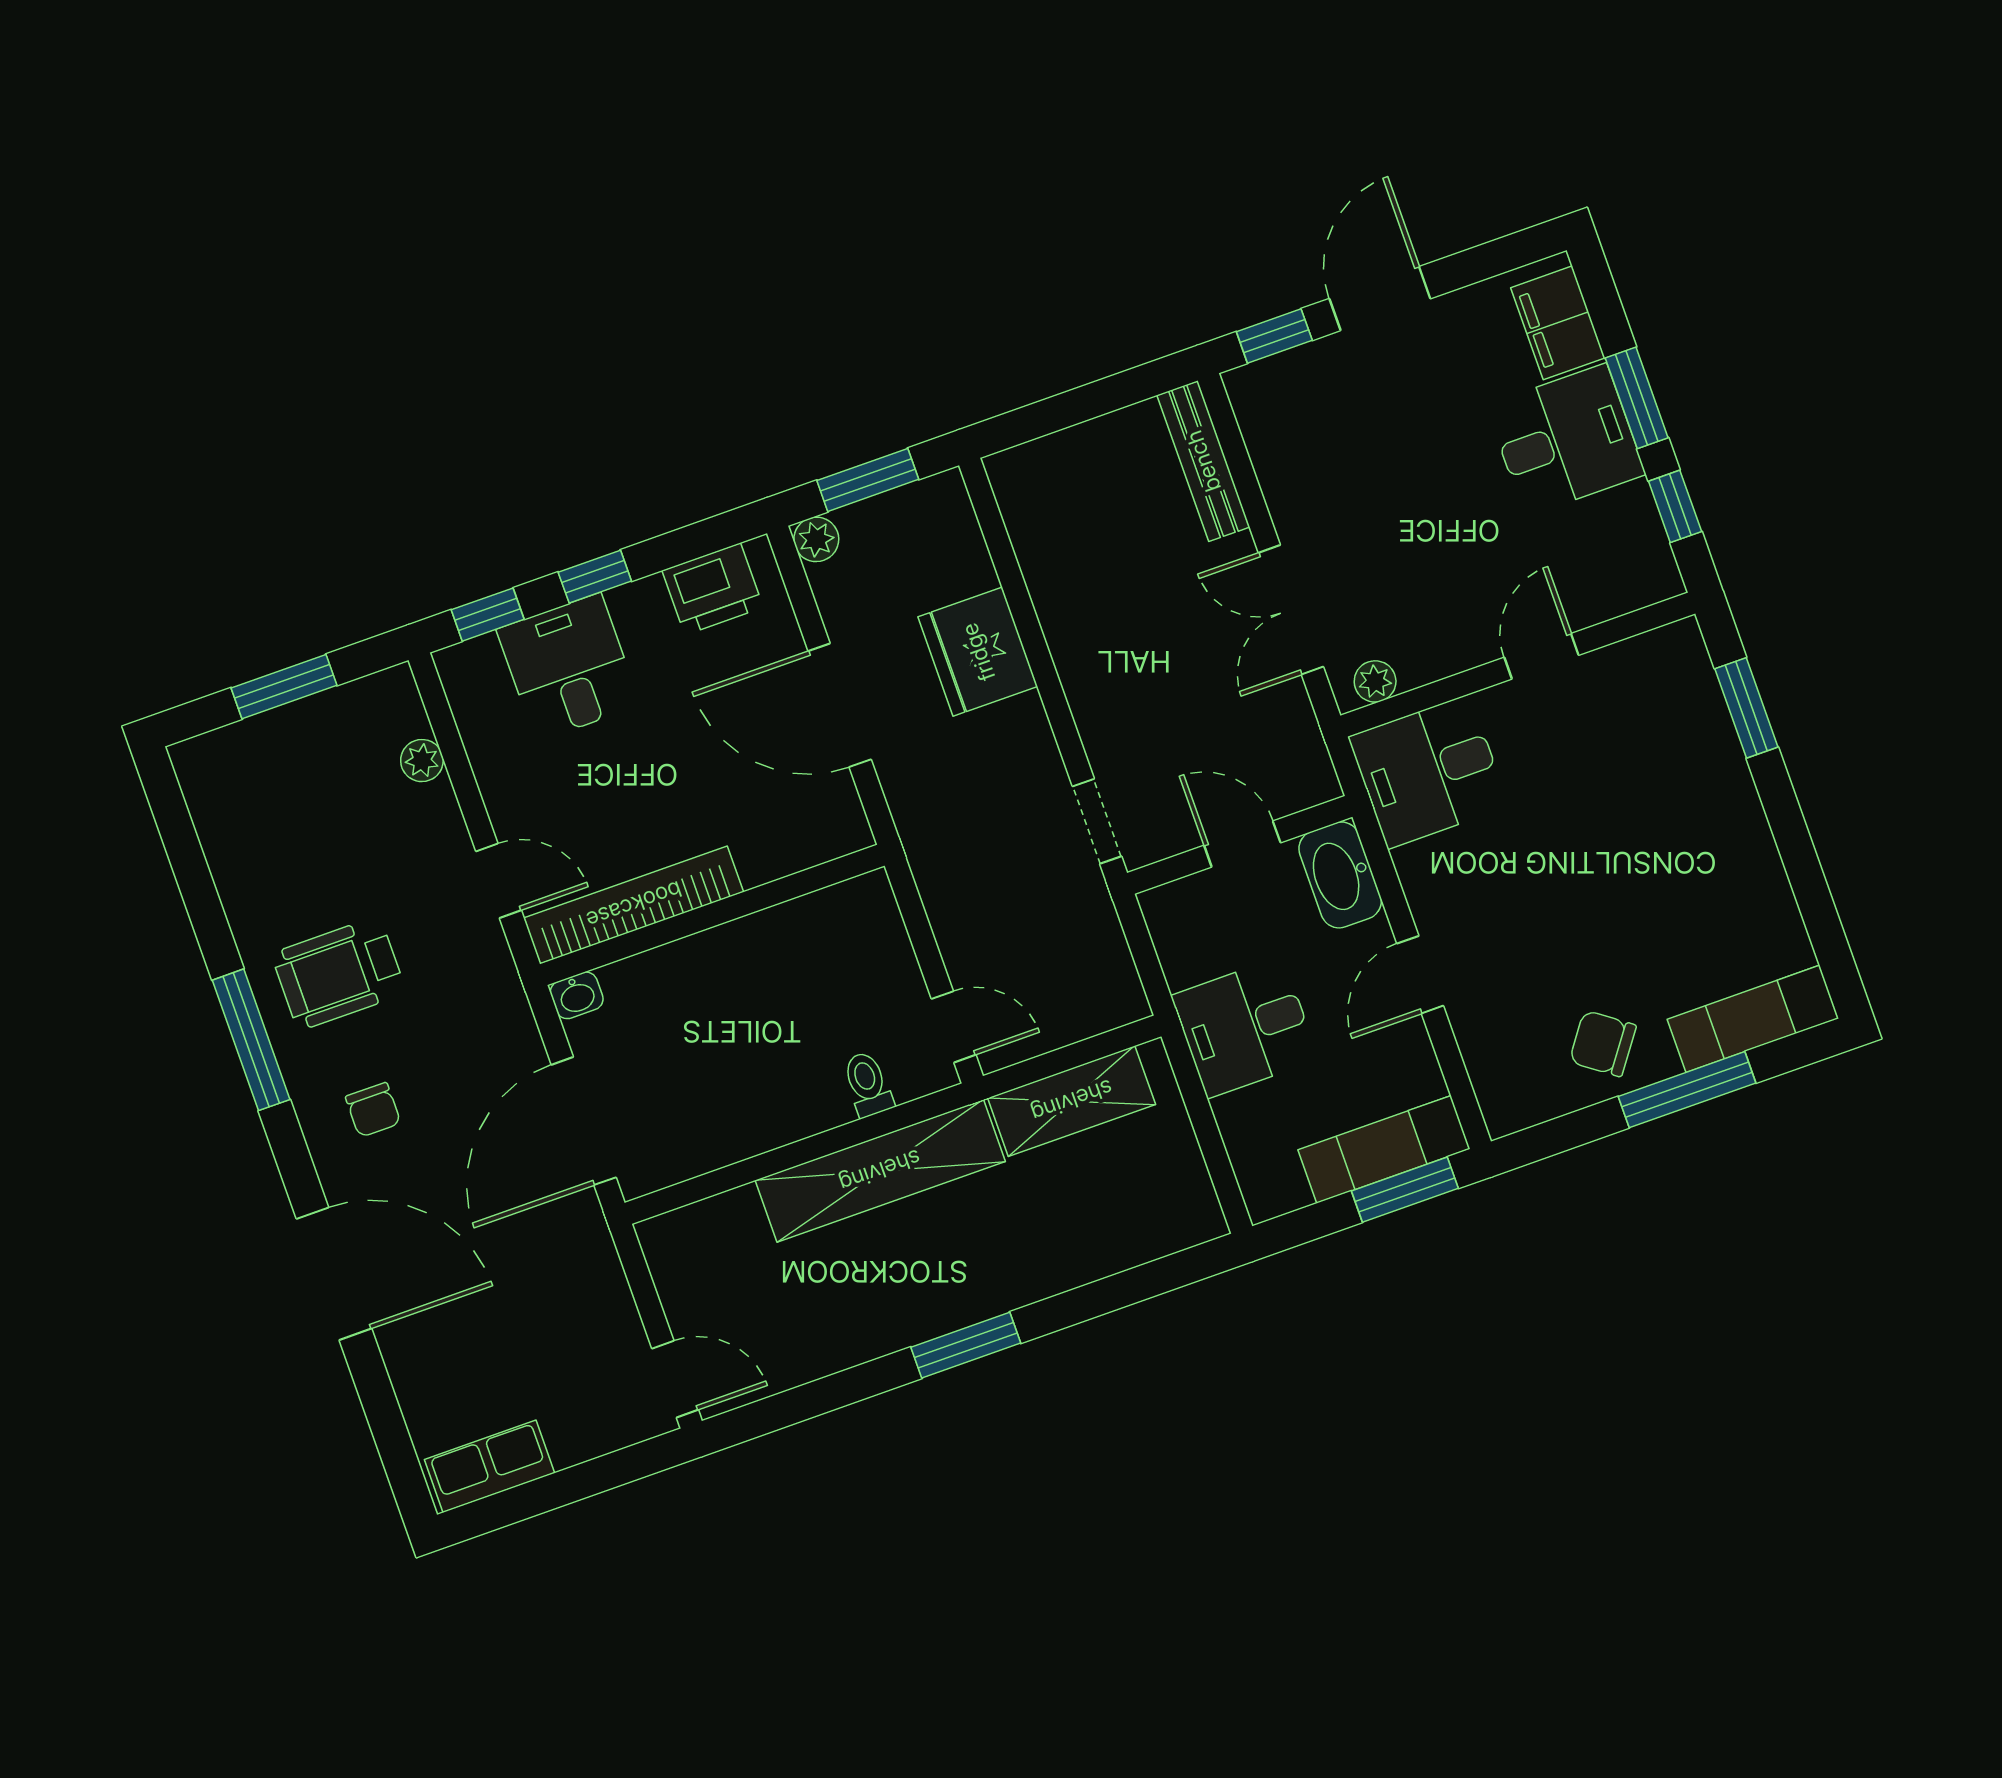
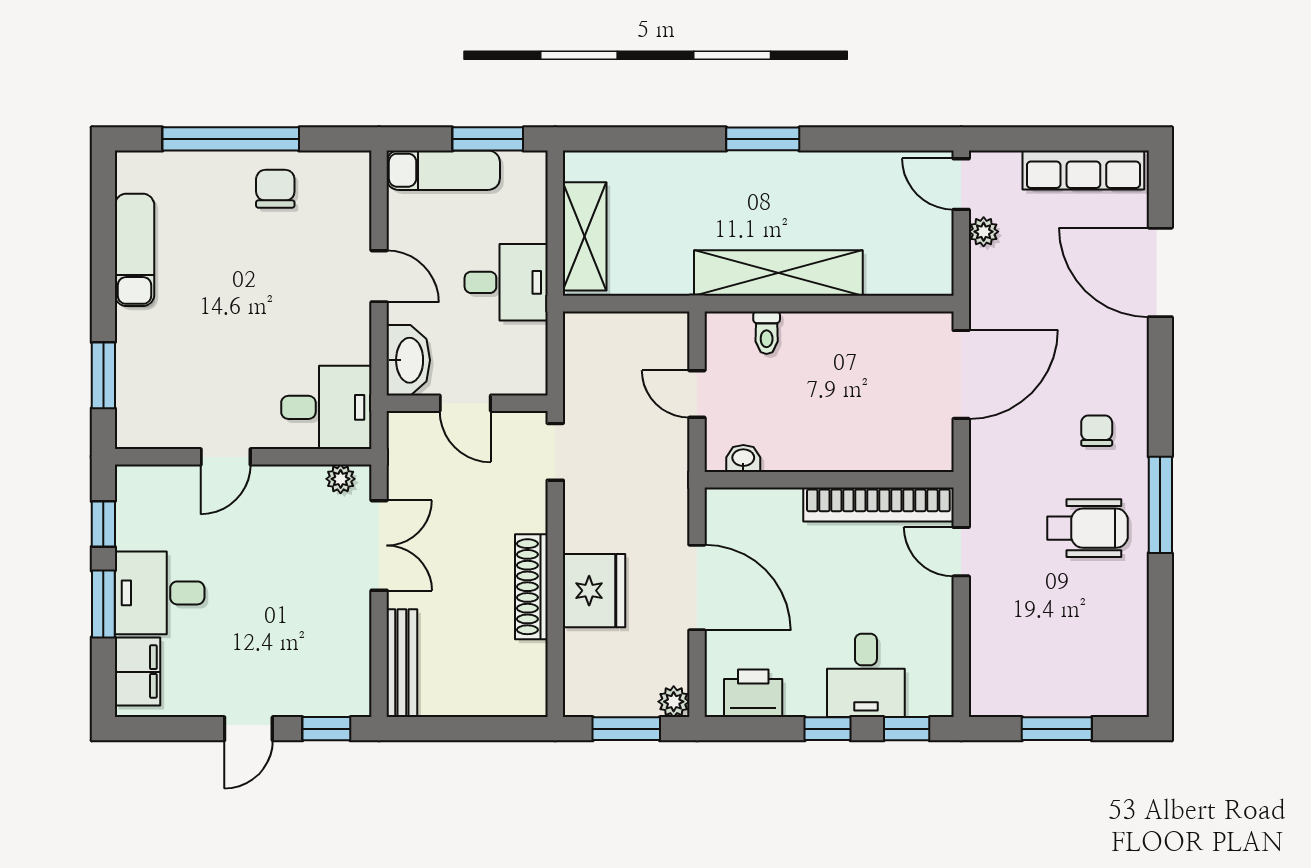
door: (1380, 299) -> (248, 729), width x0.73
shoe rack: (1065, 627) -> (531, 587), added
plant: (422, 761) -> (984, 232), moved
door: (1420, 975) -> (379, 276), hinge flipped
washbasin: (577, 995) -> (743, 458), moved
exam couch: (1753, 1019) -> (135, 250), moved, turned -90
door: (954, 1027) -> (697, 394), moved
chair: (1603, 1044) -> (275, 189), turned -126
window: (1687, 1090) -> (231, 139), width x1.46
shelving: (1072, 1101) -> (585, 236), moved, turned 90
window: (1405, 1190) -> (488, 139), moved
door: (334, 1274) -> (1160, 272), moved
row of seats: (489, 1466) -> (1083, 170), width x1.48

